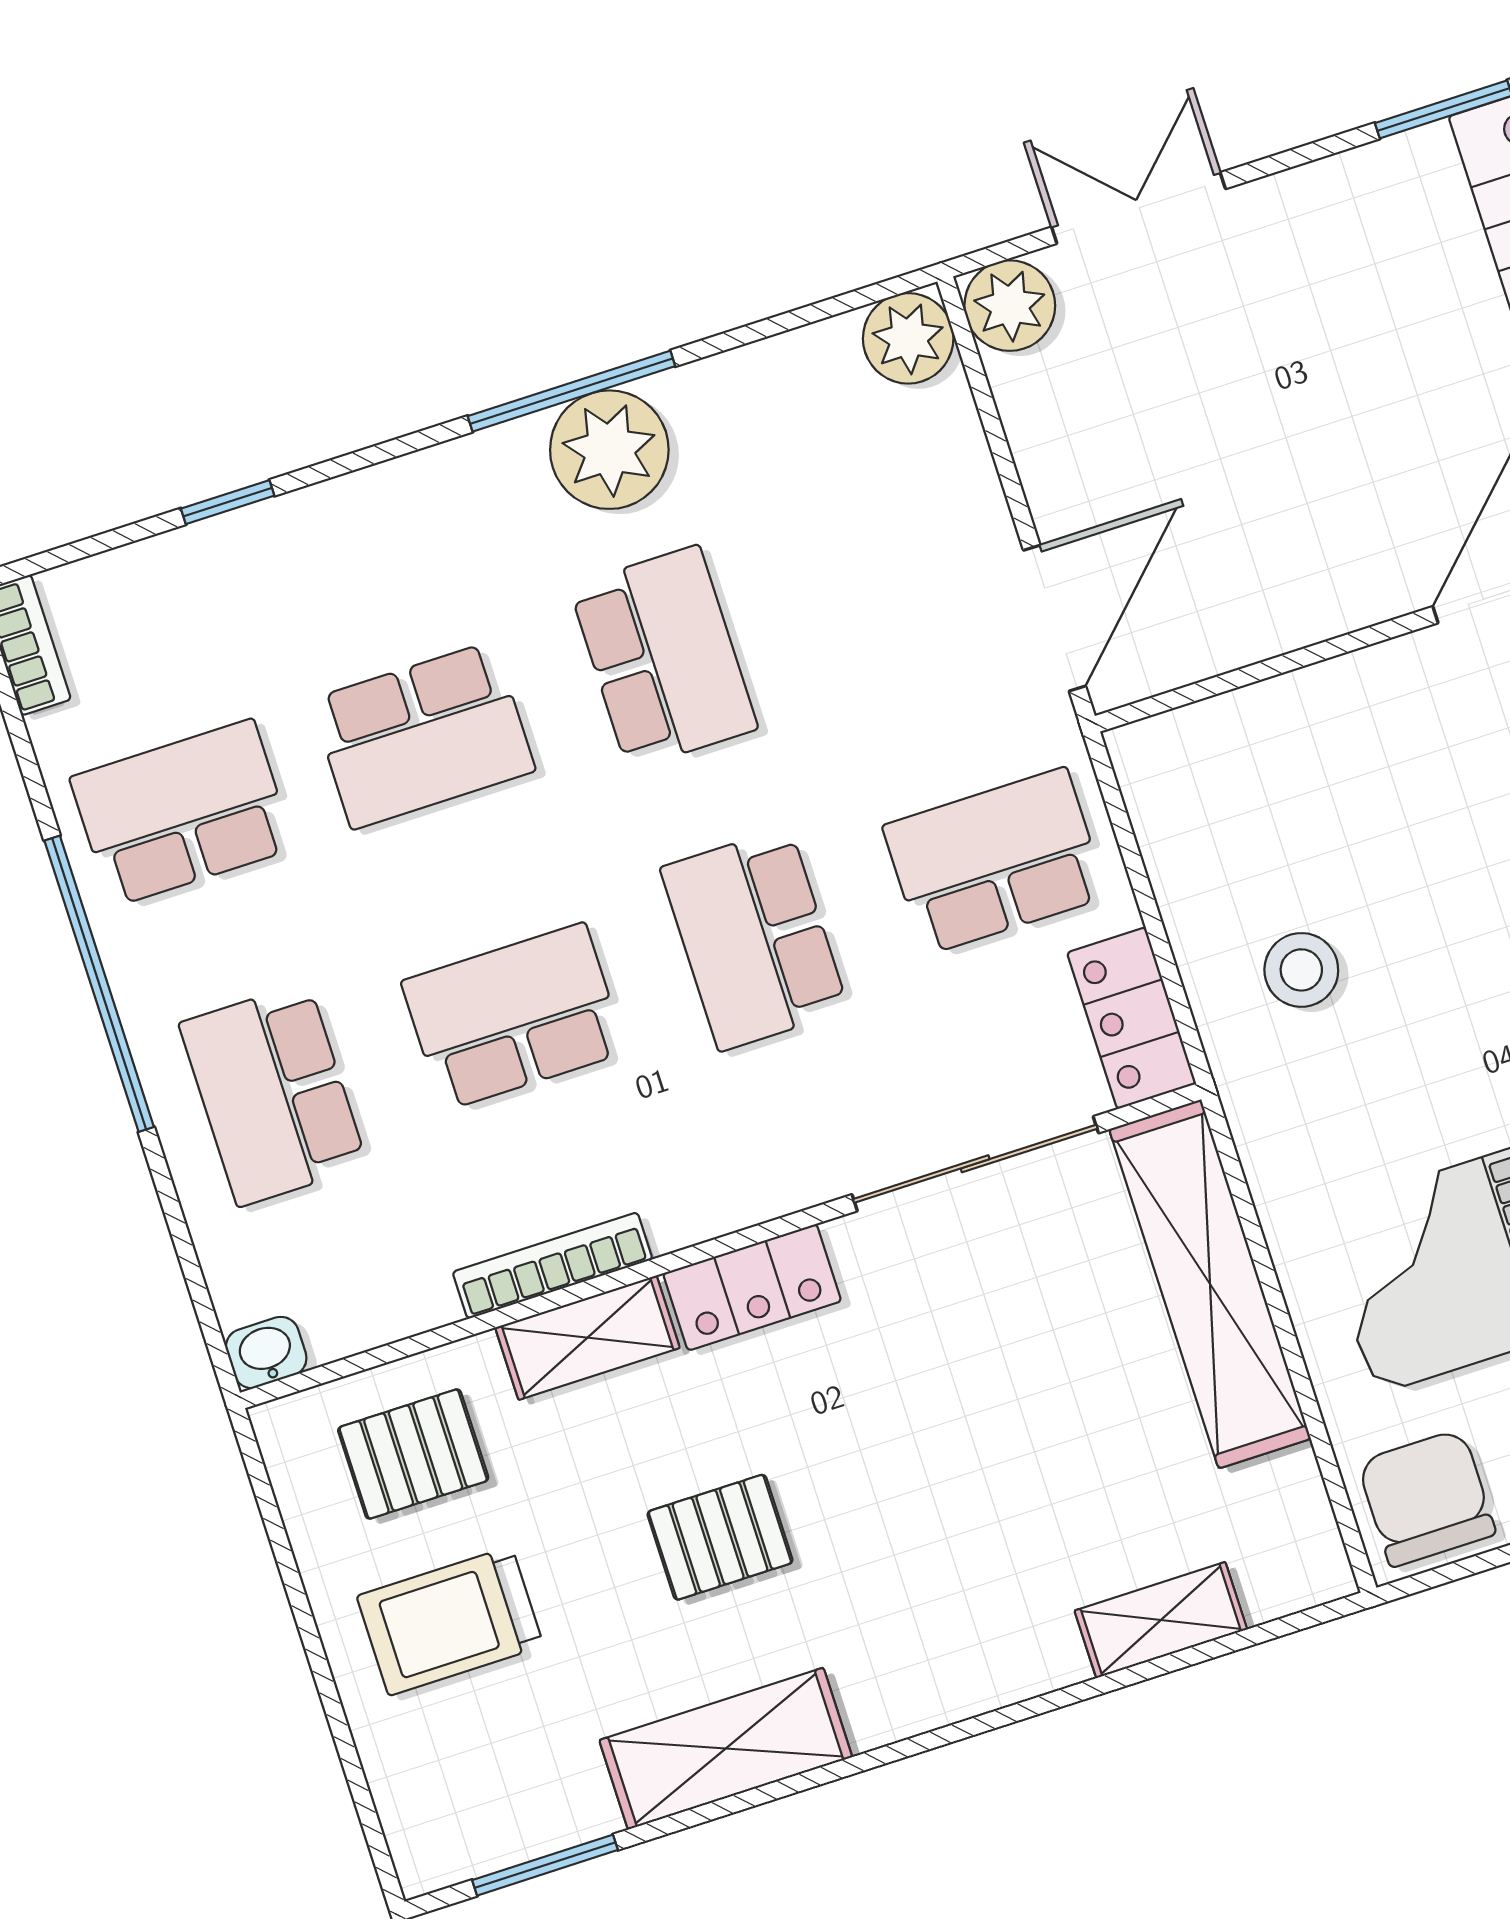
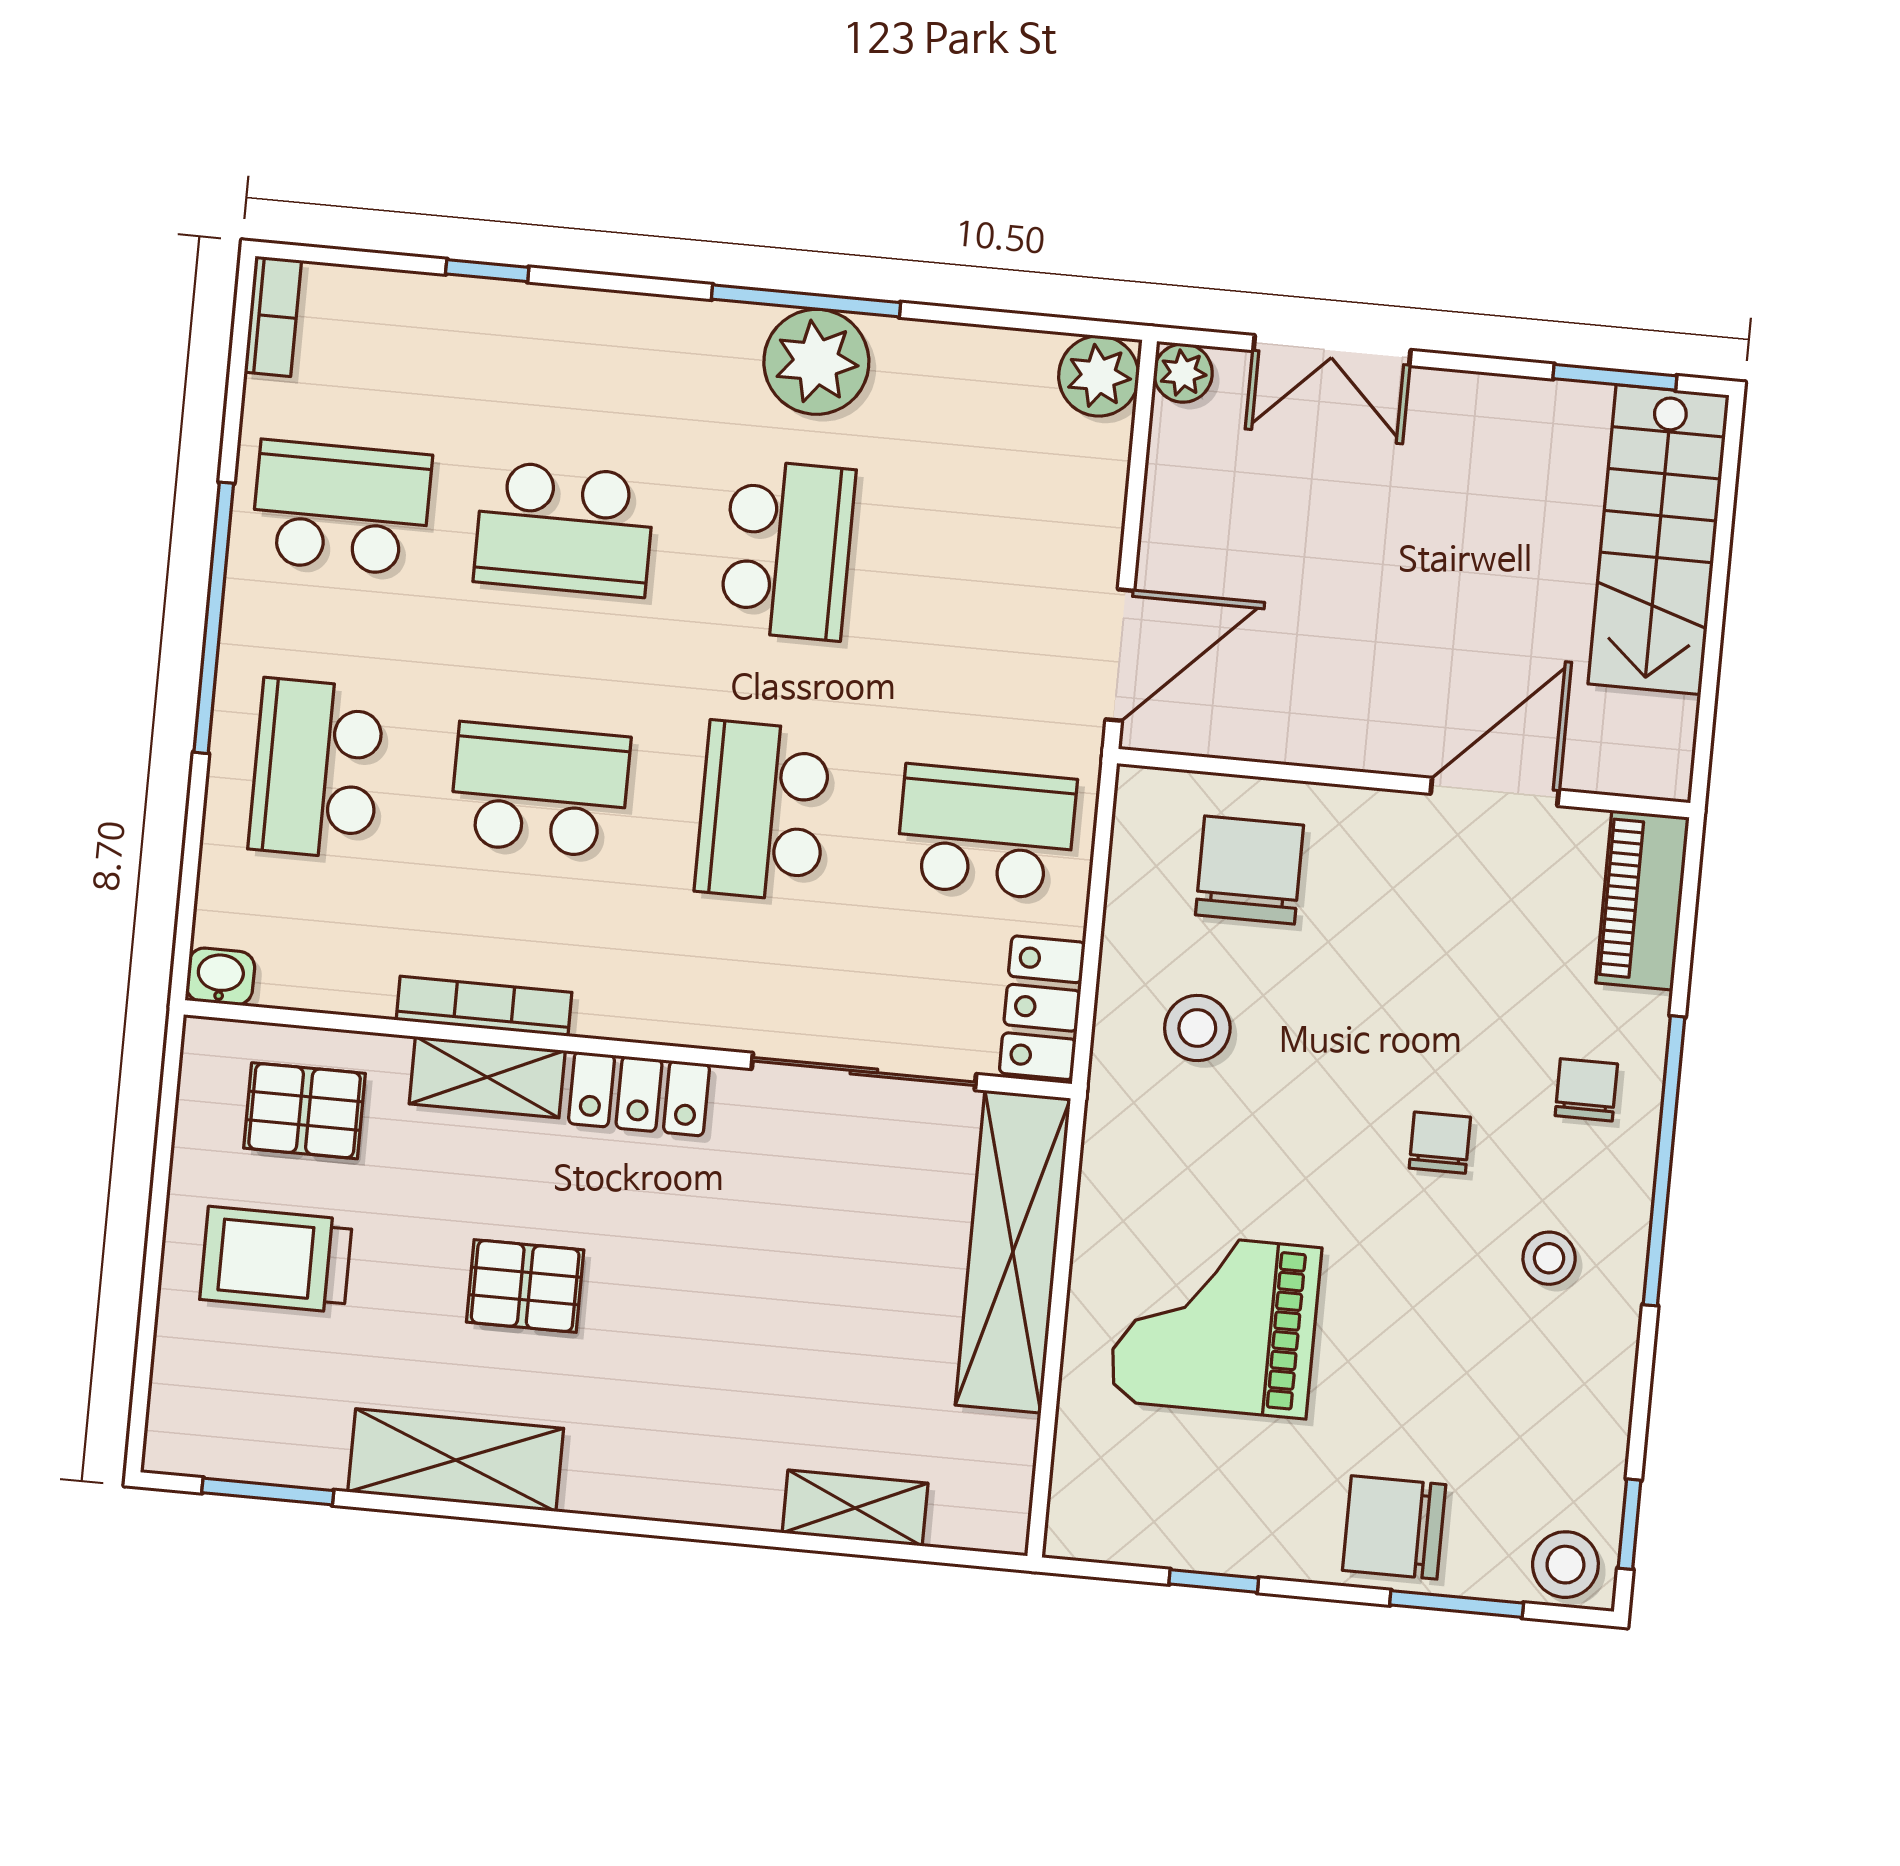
double door: (1138, 208) -> (1332, 351), swing flipped
plant: (1010, 306) -> (1183, 373), width x0.73, depth x0.73
chair: (1426, 1498) -> (1250, 870), moved

